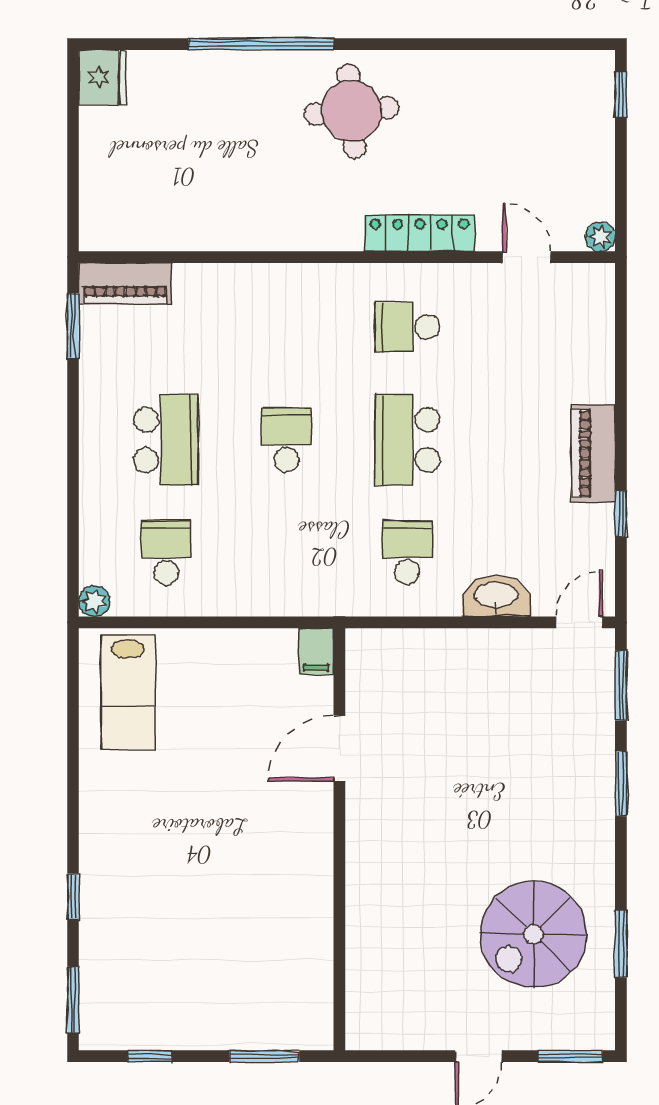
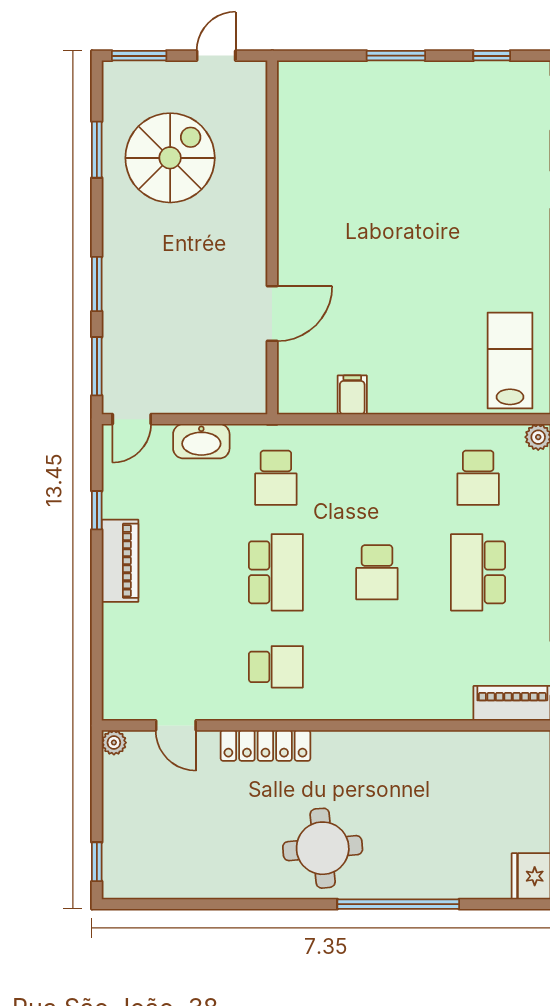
door: (339, 748) -> (272, 314), moved
wall: (339, 839) -> (272, 237), moved

